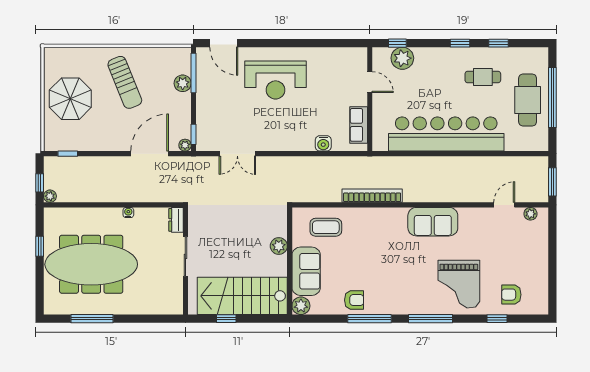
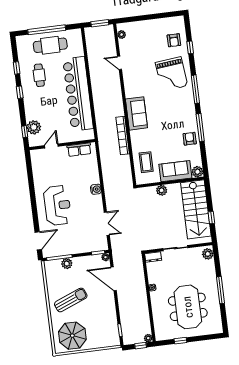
parasol: (70, 99) -> (72, 336), moved
water cooler: (323, 143) -> (96, 189), moved
door: (504, 205) -> (119, 63), moved
sofa: (433, 222) -> (136, 113), moved
meeting table: (91, 264) -> (188, 307), width x0.73
grand piano: (459, 284) -> (171, 74), turned 84
plant: (170, 306) -> (208, 254), added
window: (92, 319) -> (220, 290), moved

